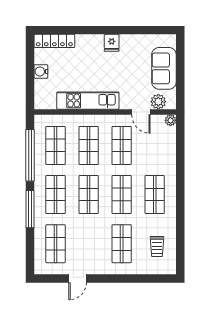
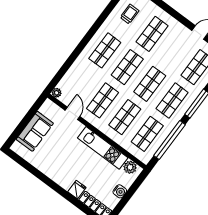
fridge: (112, 43) -> (77, 190), moved
plant: (158, 102) -> (130, 167), moved

